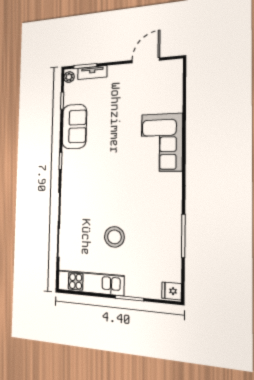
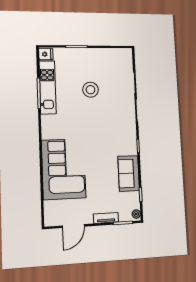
tv unit: (92, 73) -> (106, 218), moved
corner sofa: (162, 142) -> (64, 169), width x1.36, depth x1.36
kitchen unit: (90, 283) -> (48, 87), moved, turned -90

